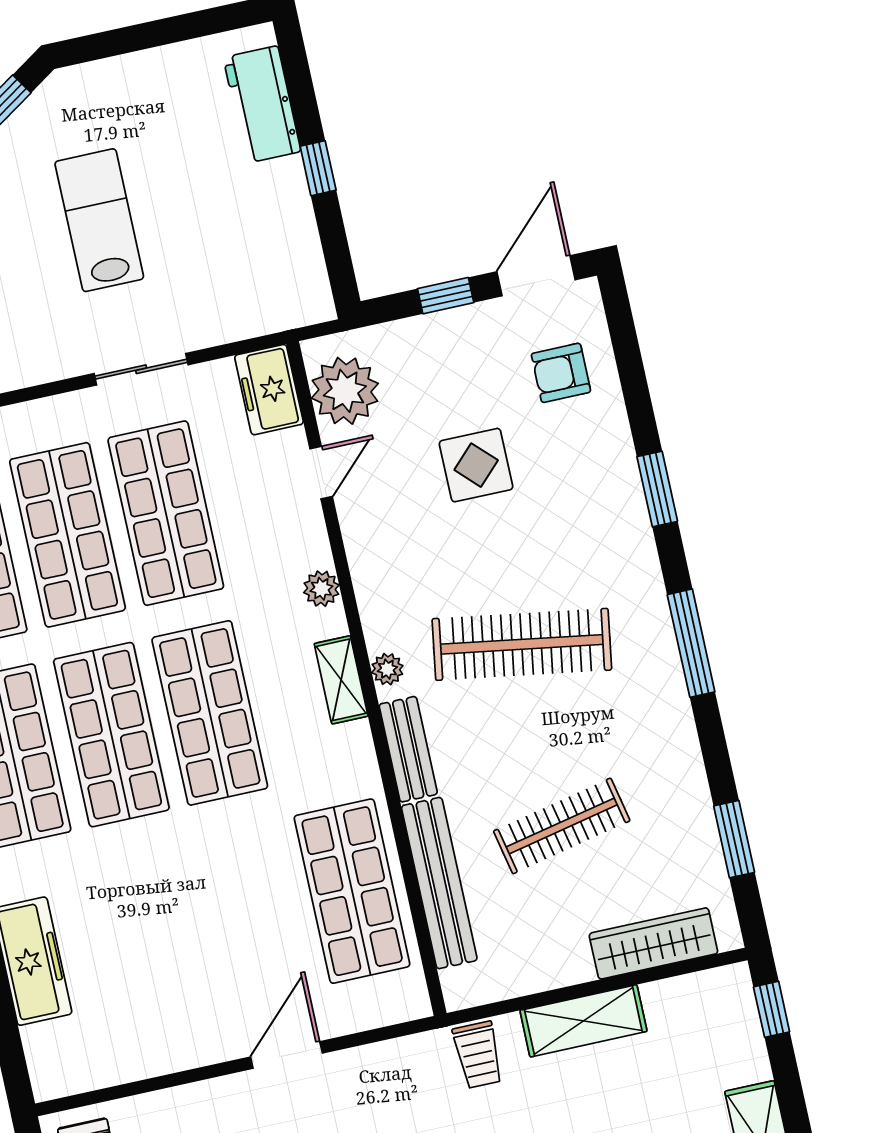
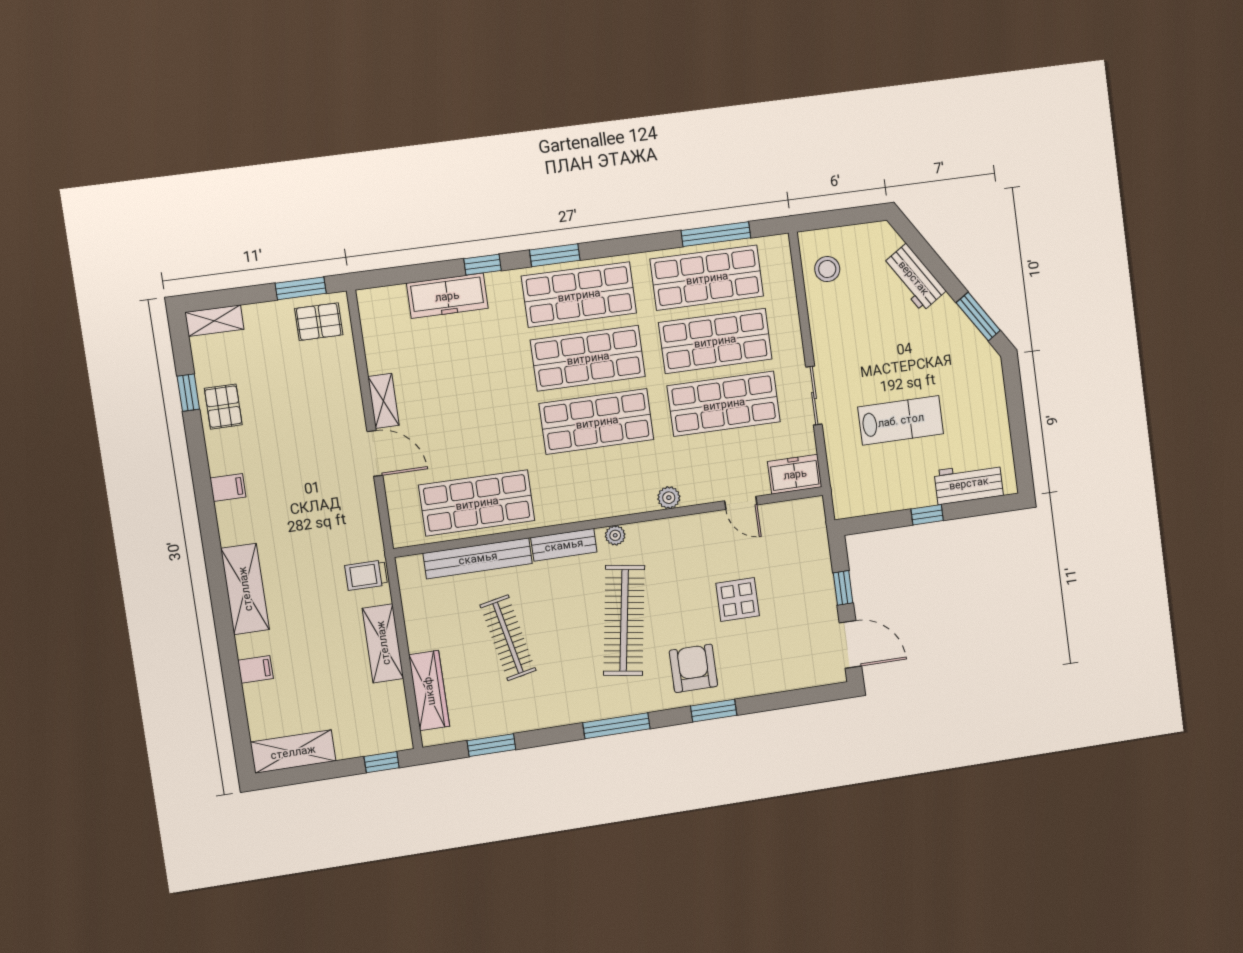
lab bench: (99, 220) -> (901, 420), moved
armchair: (561, 373) -> (693, 668), moved, width x1.38, depth x1.38
plant: (345, 391) -> (790, 521), removed
shelving: (341, 680) -> (384, 401), moved, turned 90

